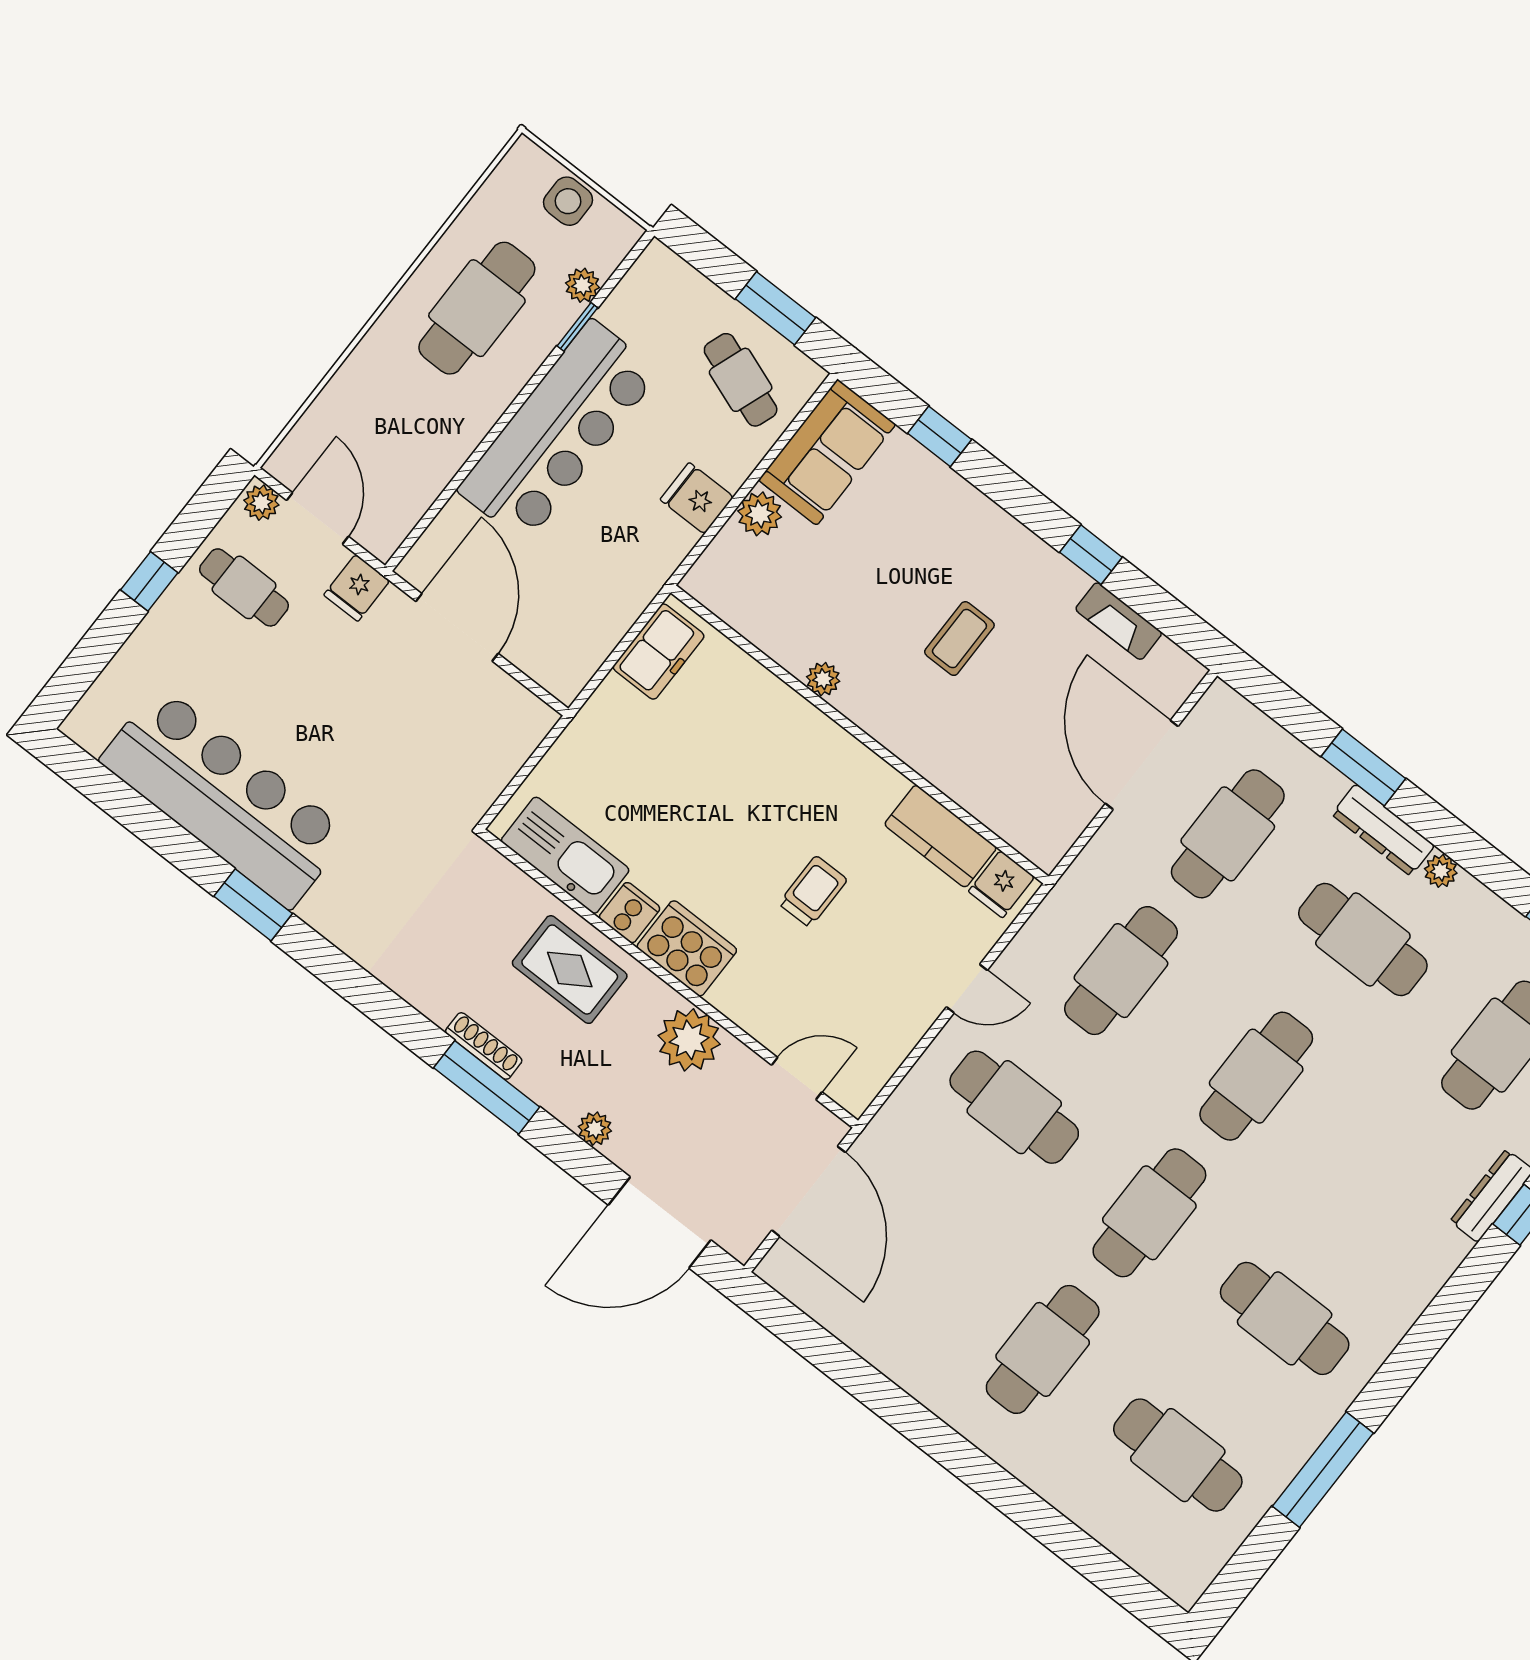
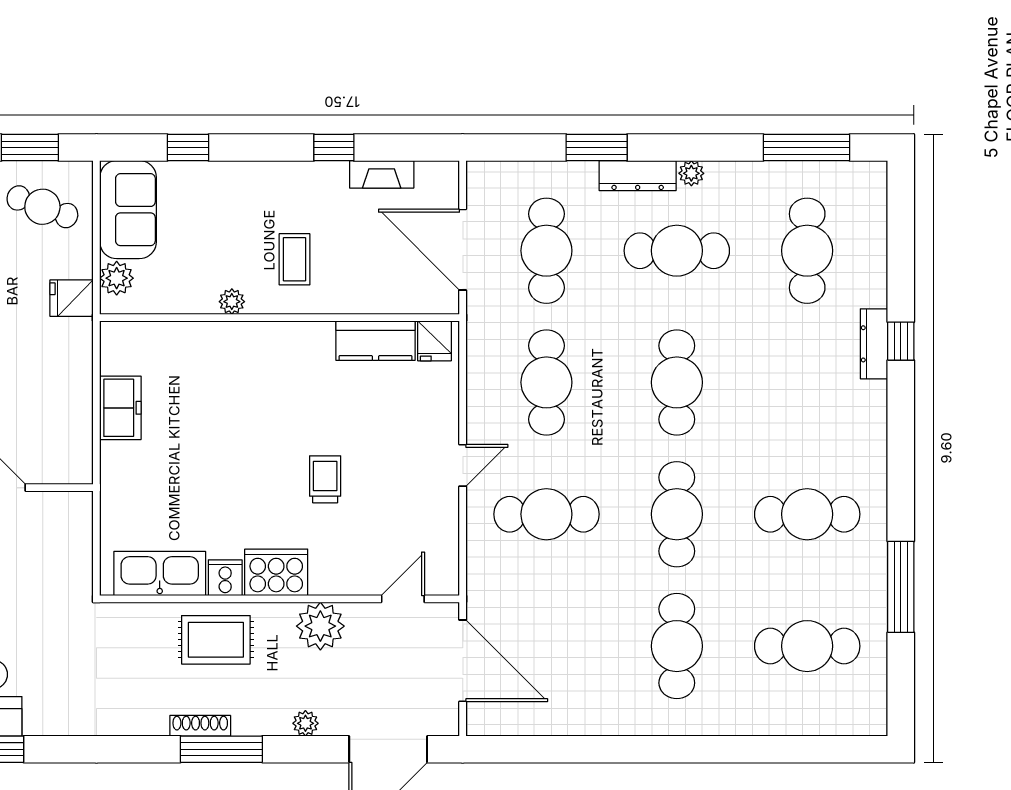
plant: (823, 679) -> (232, 302), moved
wall: (860, 734) -> (280, 318), moved
kitchen counter: (940, 836) -> (376, 341), moved
fridge: (1002, 884) -> (434, 341), moved

